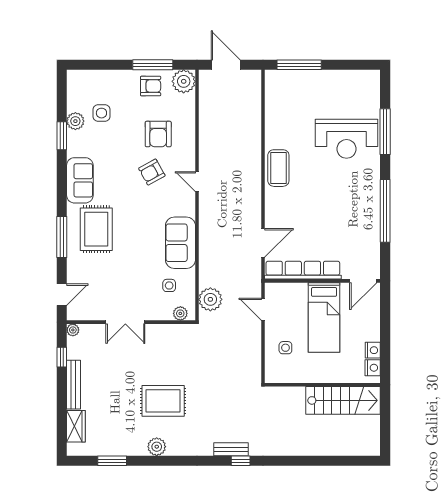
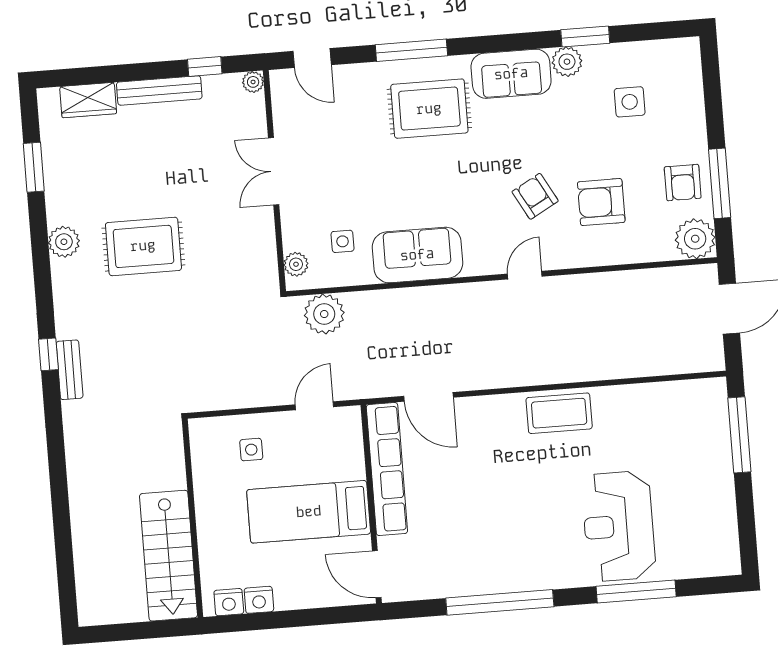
plant: (75, 121) -> (567, 62), moved
rug: (163, 401) -> (143, 246), turned 90
window: (241, 461) -> (48, 354), moved

